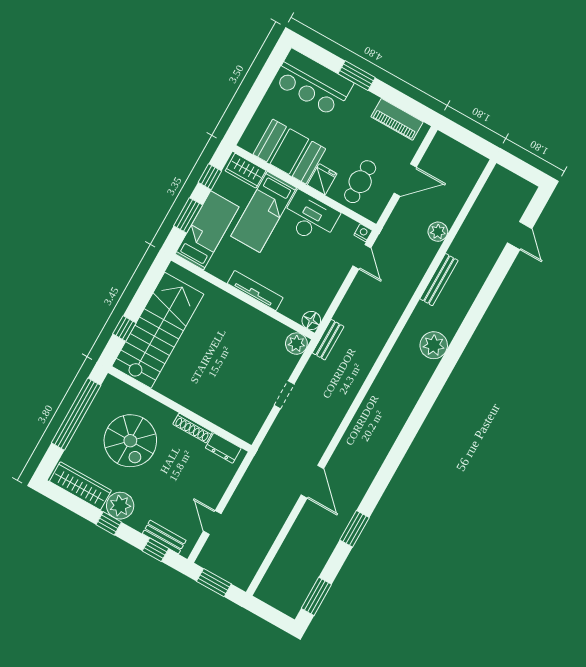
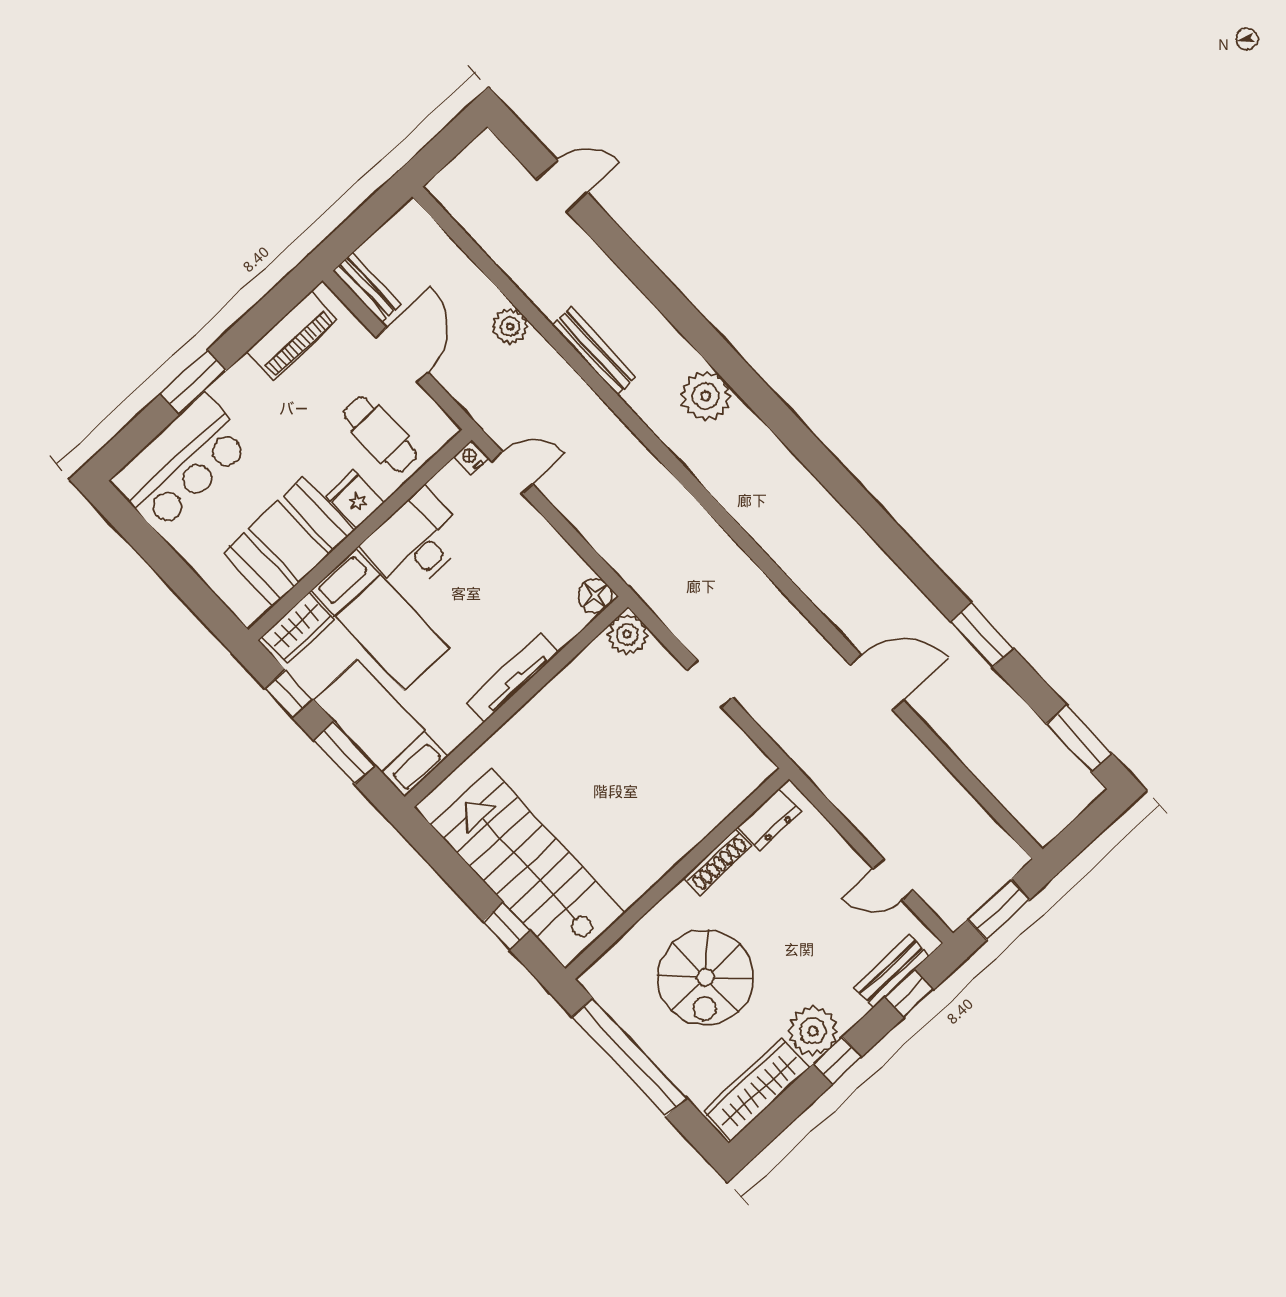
bench: (328, 340) -> (367, 287), moved
spiral stairs: (130, 441) -> (705, 977), turned 90

